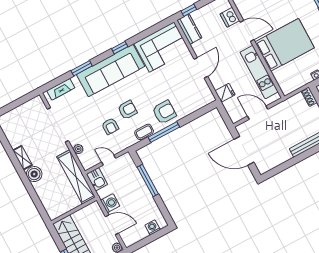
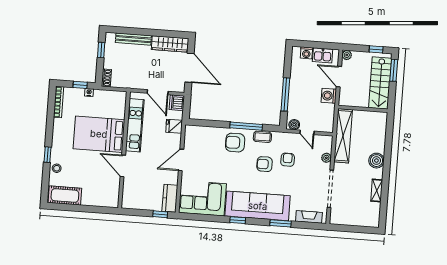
dishwasher: (230, 17) -> (177, 103), moved, turned 180
shelving: (22, 158) -> (377, 191), moved
boiler: (124, 160) -> (294, 125), added
wardrobe: (274, 160) -> (170, 44), added
kitchen sink: (97, 179) -> (323, 55), moved, turned -90

